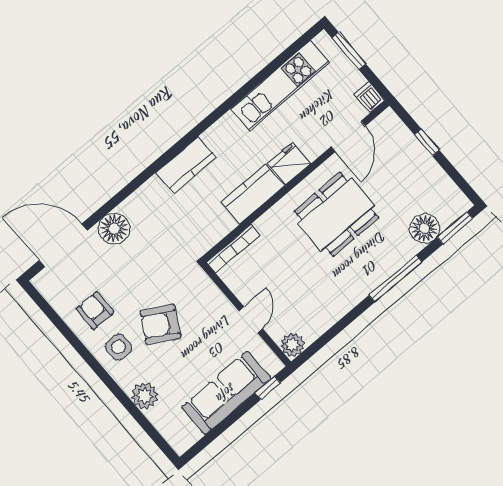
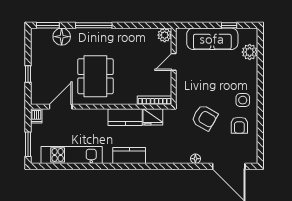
fridge: (289, 164) -> (153, 117), moved
kitchen counter: (186, 165) -> (129, 155), moved
dining table: (337, 214) -> (95, 76), turned 90
floor lamp: (114, 229) -> (195, 159), width x0.53, depth x0.53
armchair: (160, 324) -> (205, 118), moved
window: (268, 388) -> (229, 25), moved
plant: (145, 396) -> (250, 52), moved

